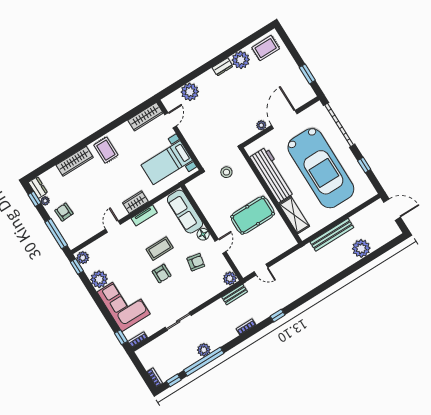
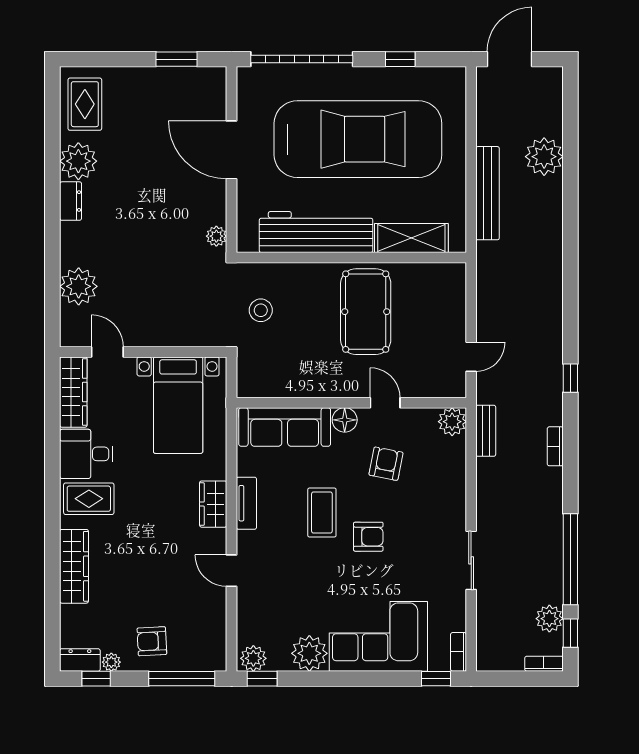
plant: (261, 125) -> (216, 236), moved
desk: (124, 138) -> (86, 454), added
plant: (204, 350) -> (549, 619), moved

